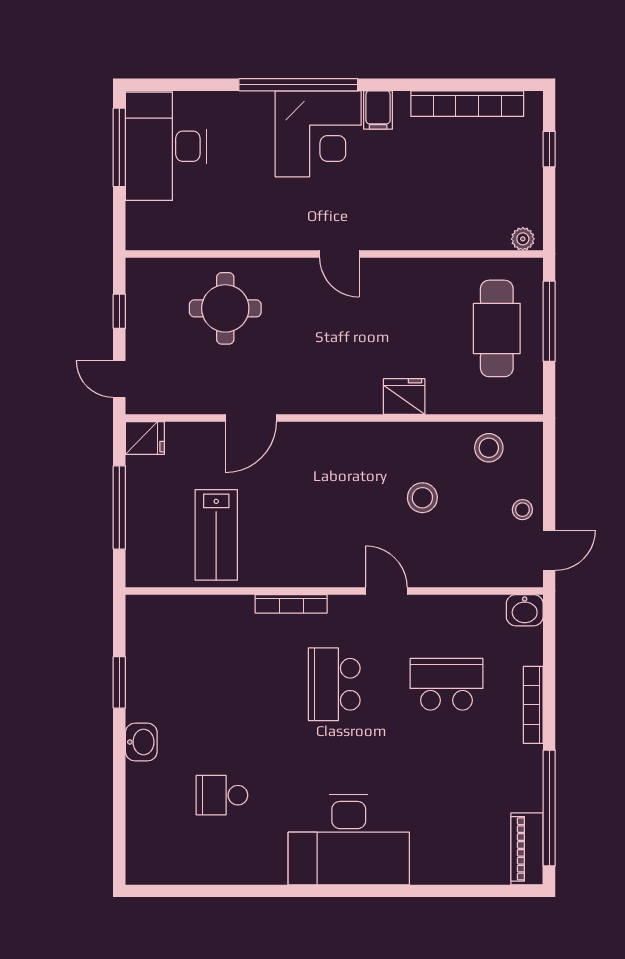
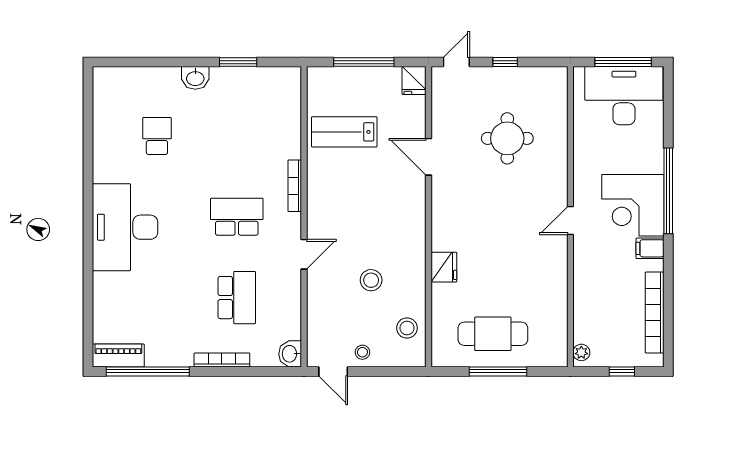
plant: (523, 239) -> (581, 352), moved
wall: (334, 254) -> (570, 217), moved
door: (339, 254) -> (570, 220), moved

